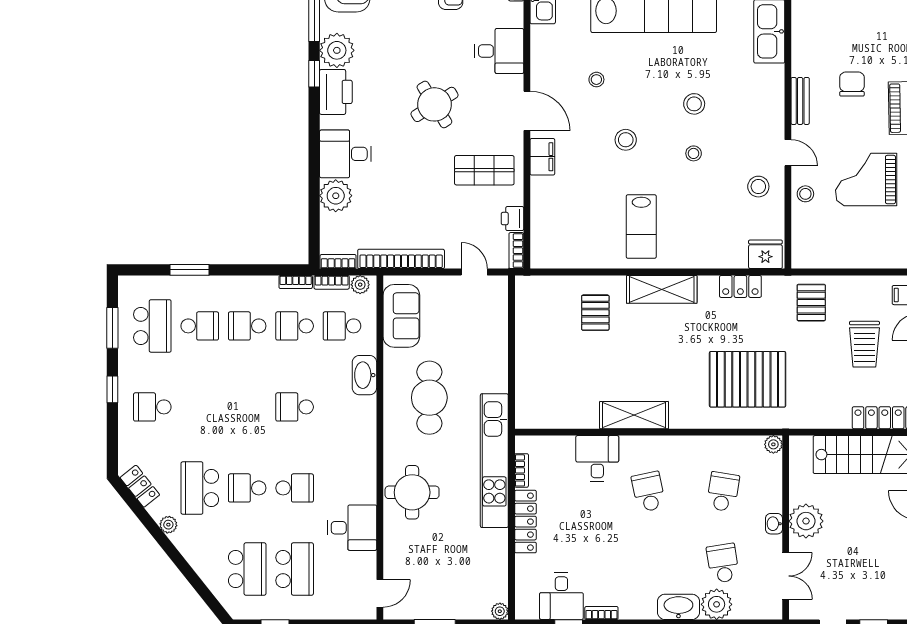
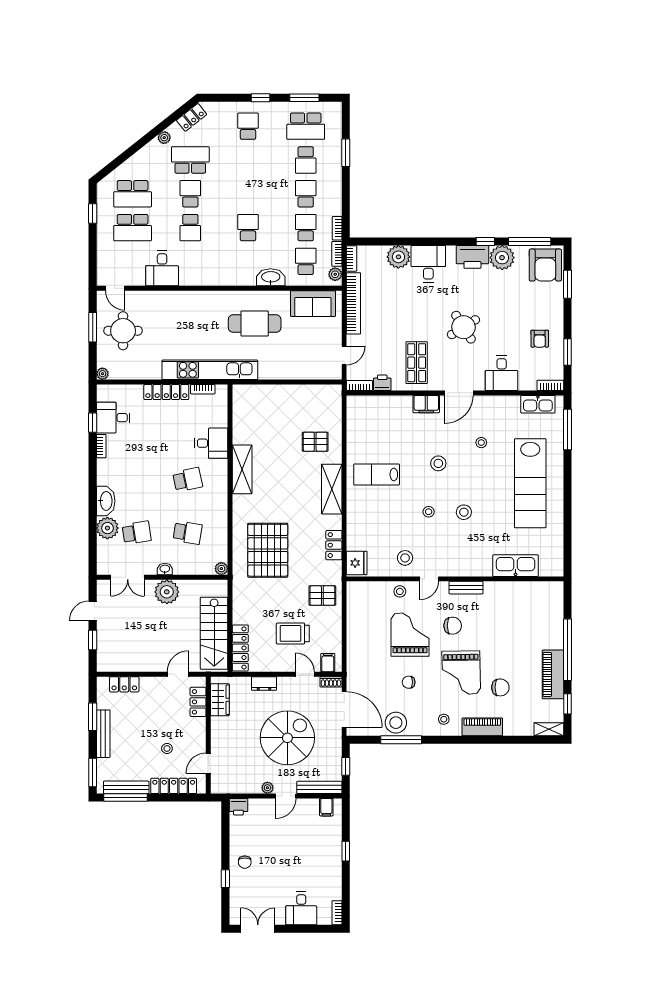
chair: (852, 84) -> (453, 626), moved
round table: (412, 492) -> (123, 331), moved

